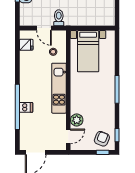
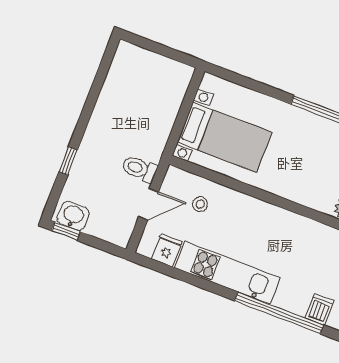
kitchen unit: (59, 88) -> (227, 273), moved, turned 180
dishwasher: (26, 107) -> (319, 309), moved

